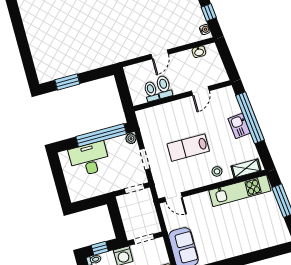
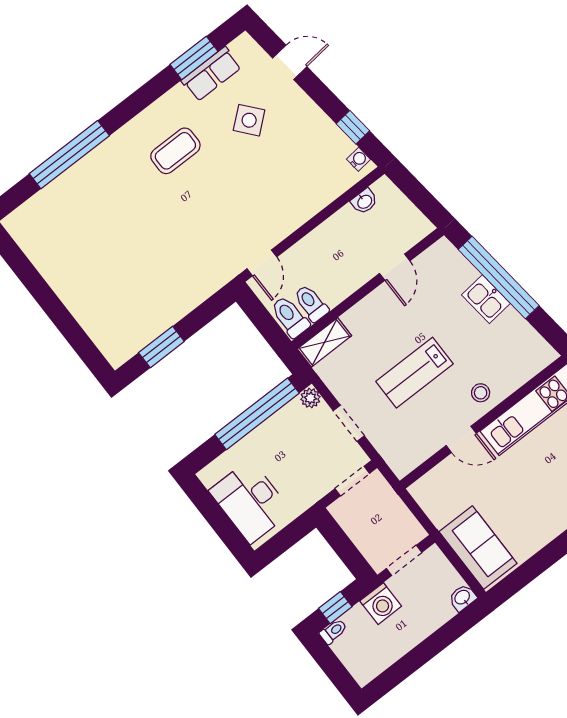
door: (160, 54) -> (262, 263), moved
toilet: (164, 87) -> (290, 317), moved
desk: (89, 159) -> (250, 501), moved, turned -90
shelving: (246, 168) -> (324, 342), moved
door: (173, 197) -> (461, 439), moved

